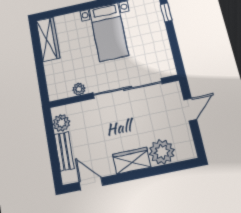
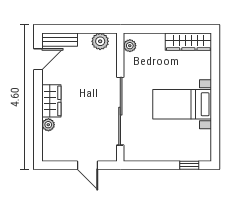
plant: (79, 89) -> (130, 46), moved
bench: (64, 151) -> (60, 40), moved
plant: (162, 152) -> (48, 125), width x0.53, depth x0.53

